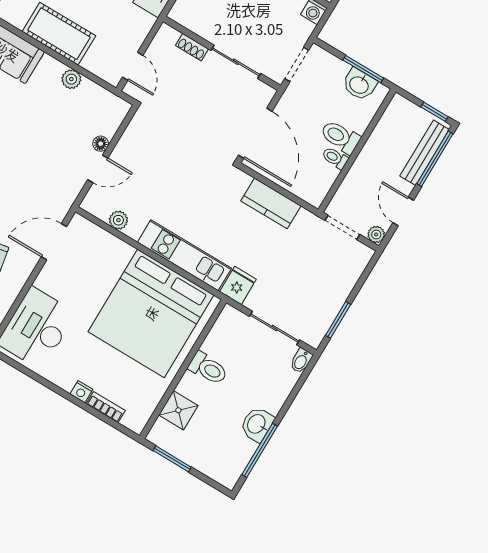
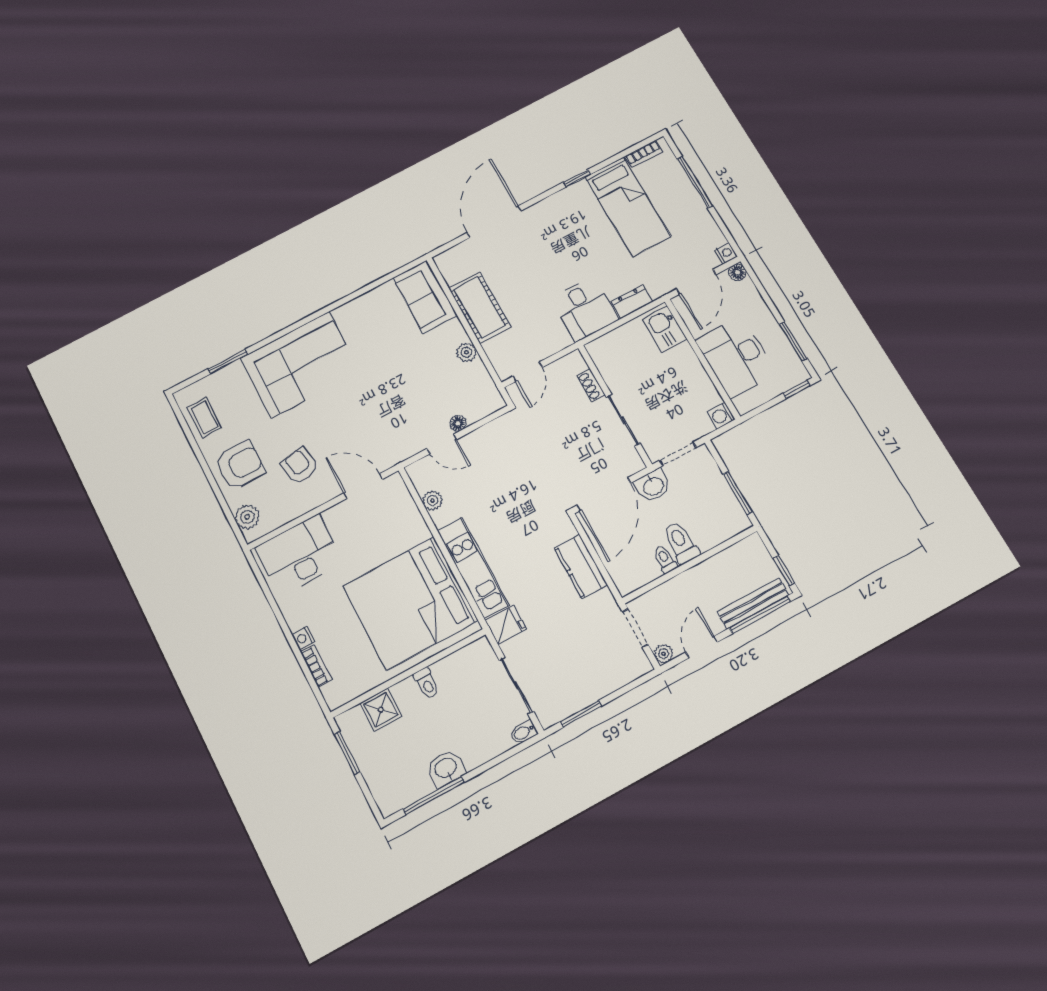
washbasin: (359, 84) -> (653, 486), moved, turned -90
toilet: (208, 368) -> (426, 683), width x0.73, depth x0.72

